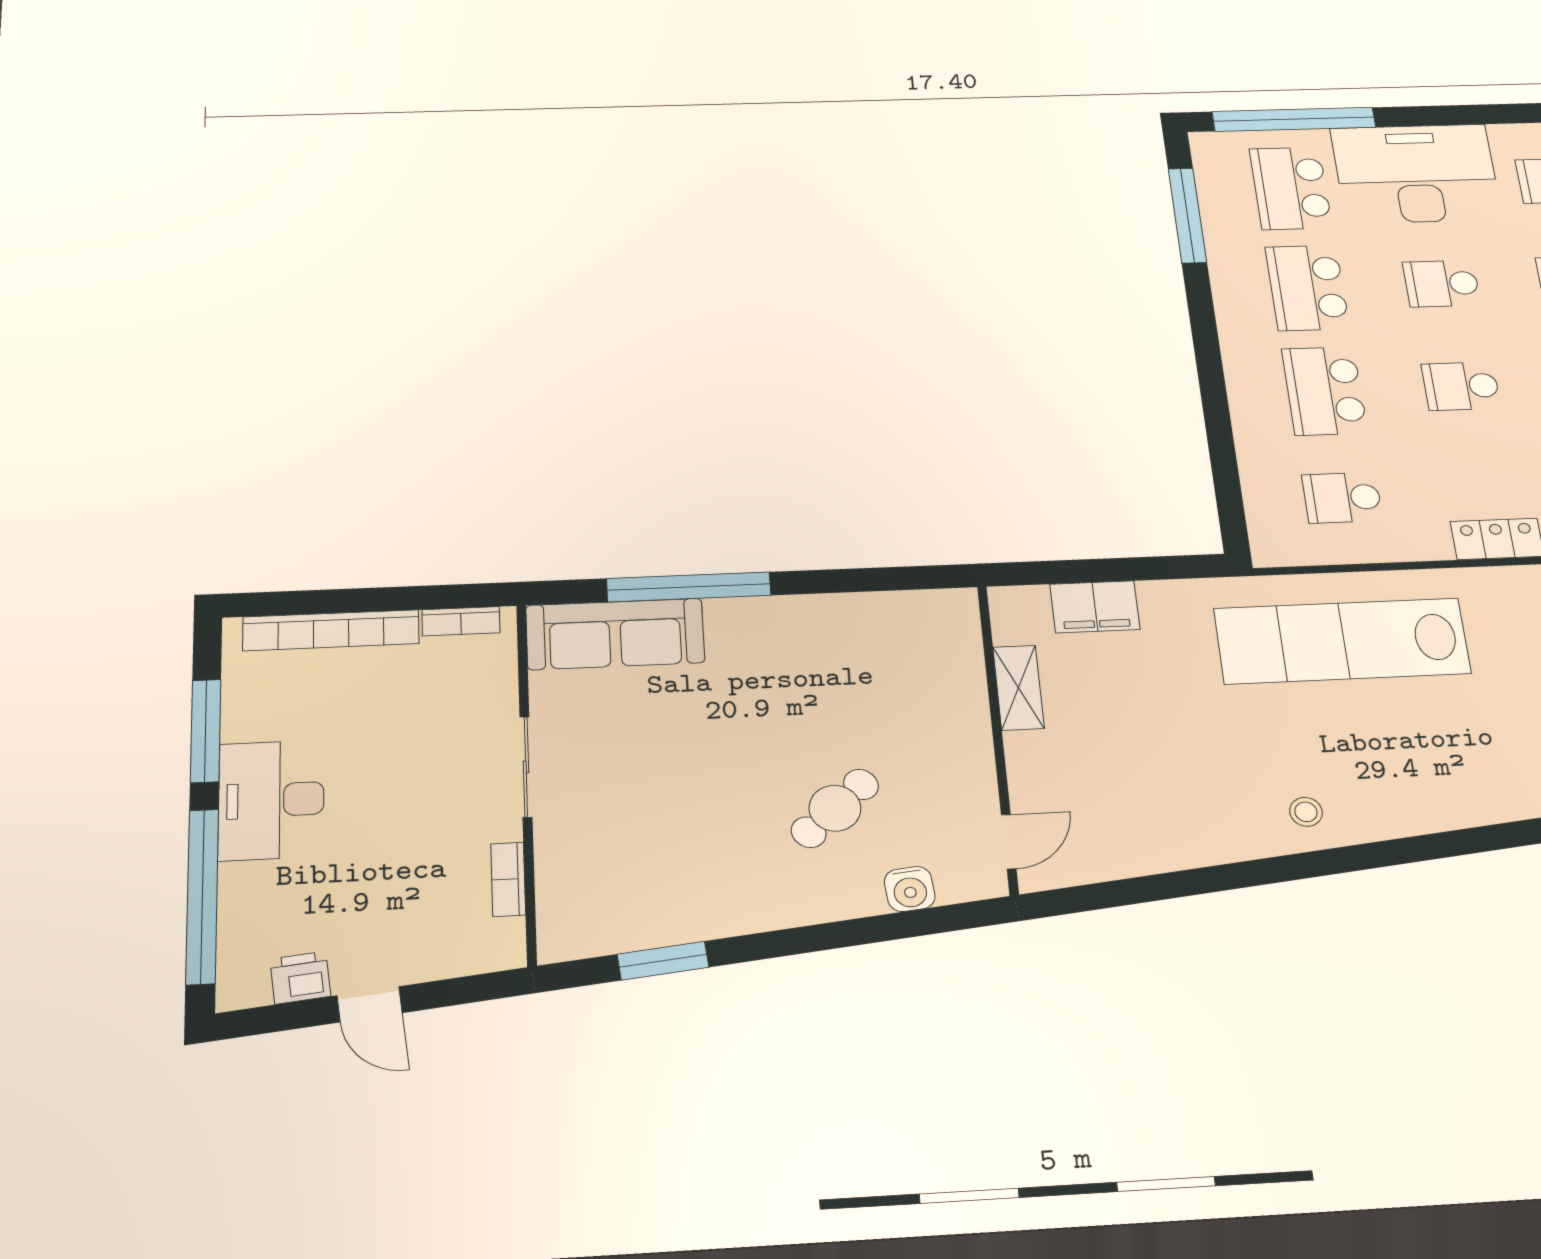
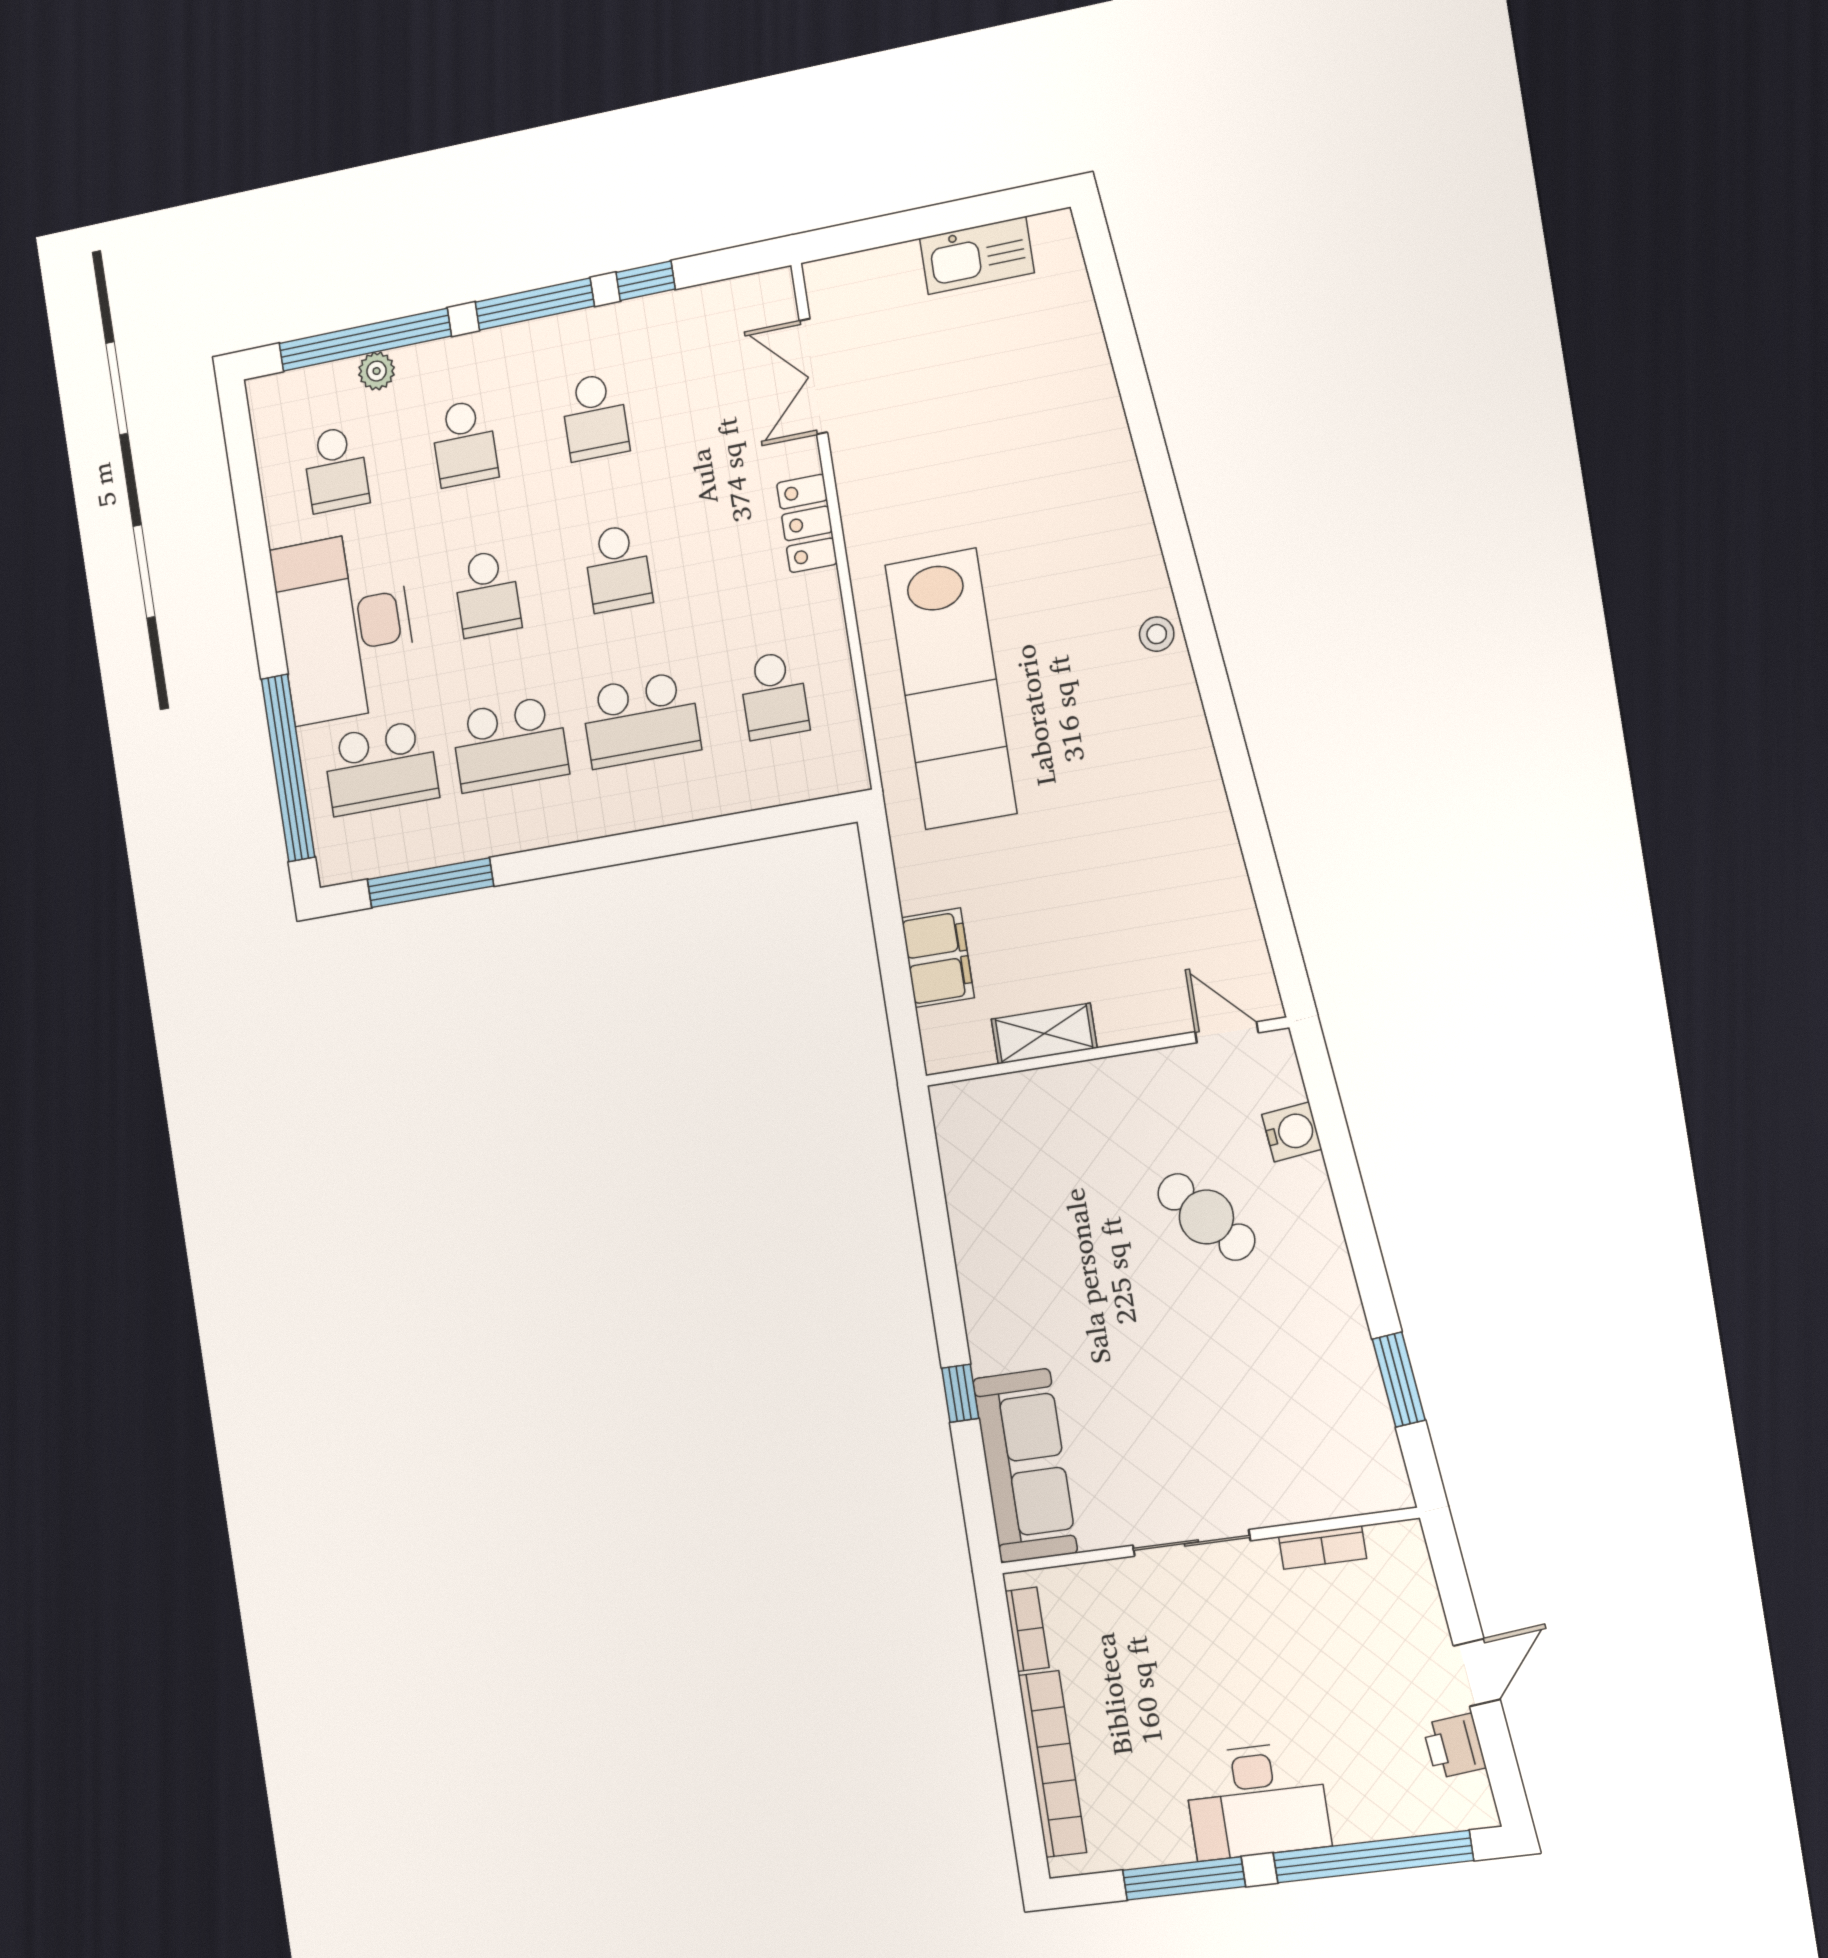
window: (689, 587) -> (960, 1393), width x0.32
stool: (1306, 812) -> (1157, 634), moved

